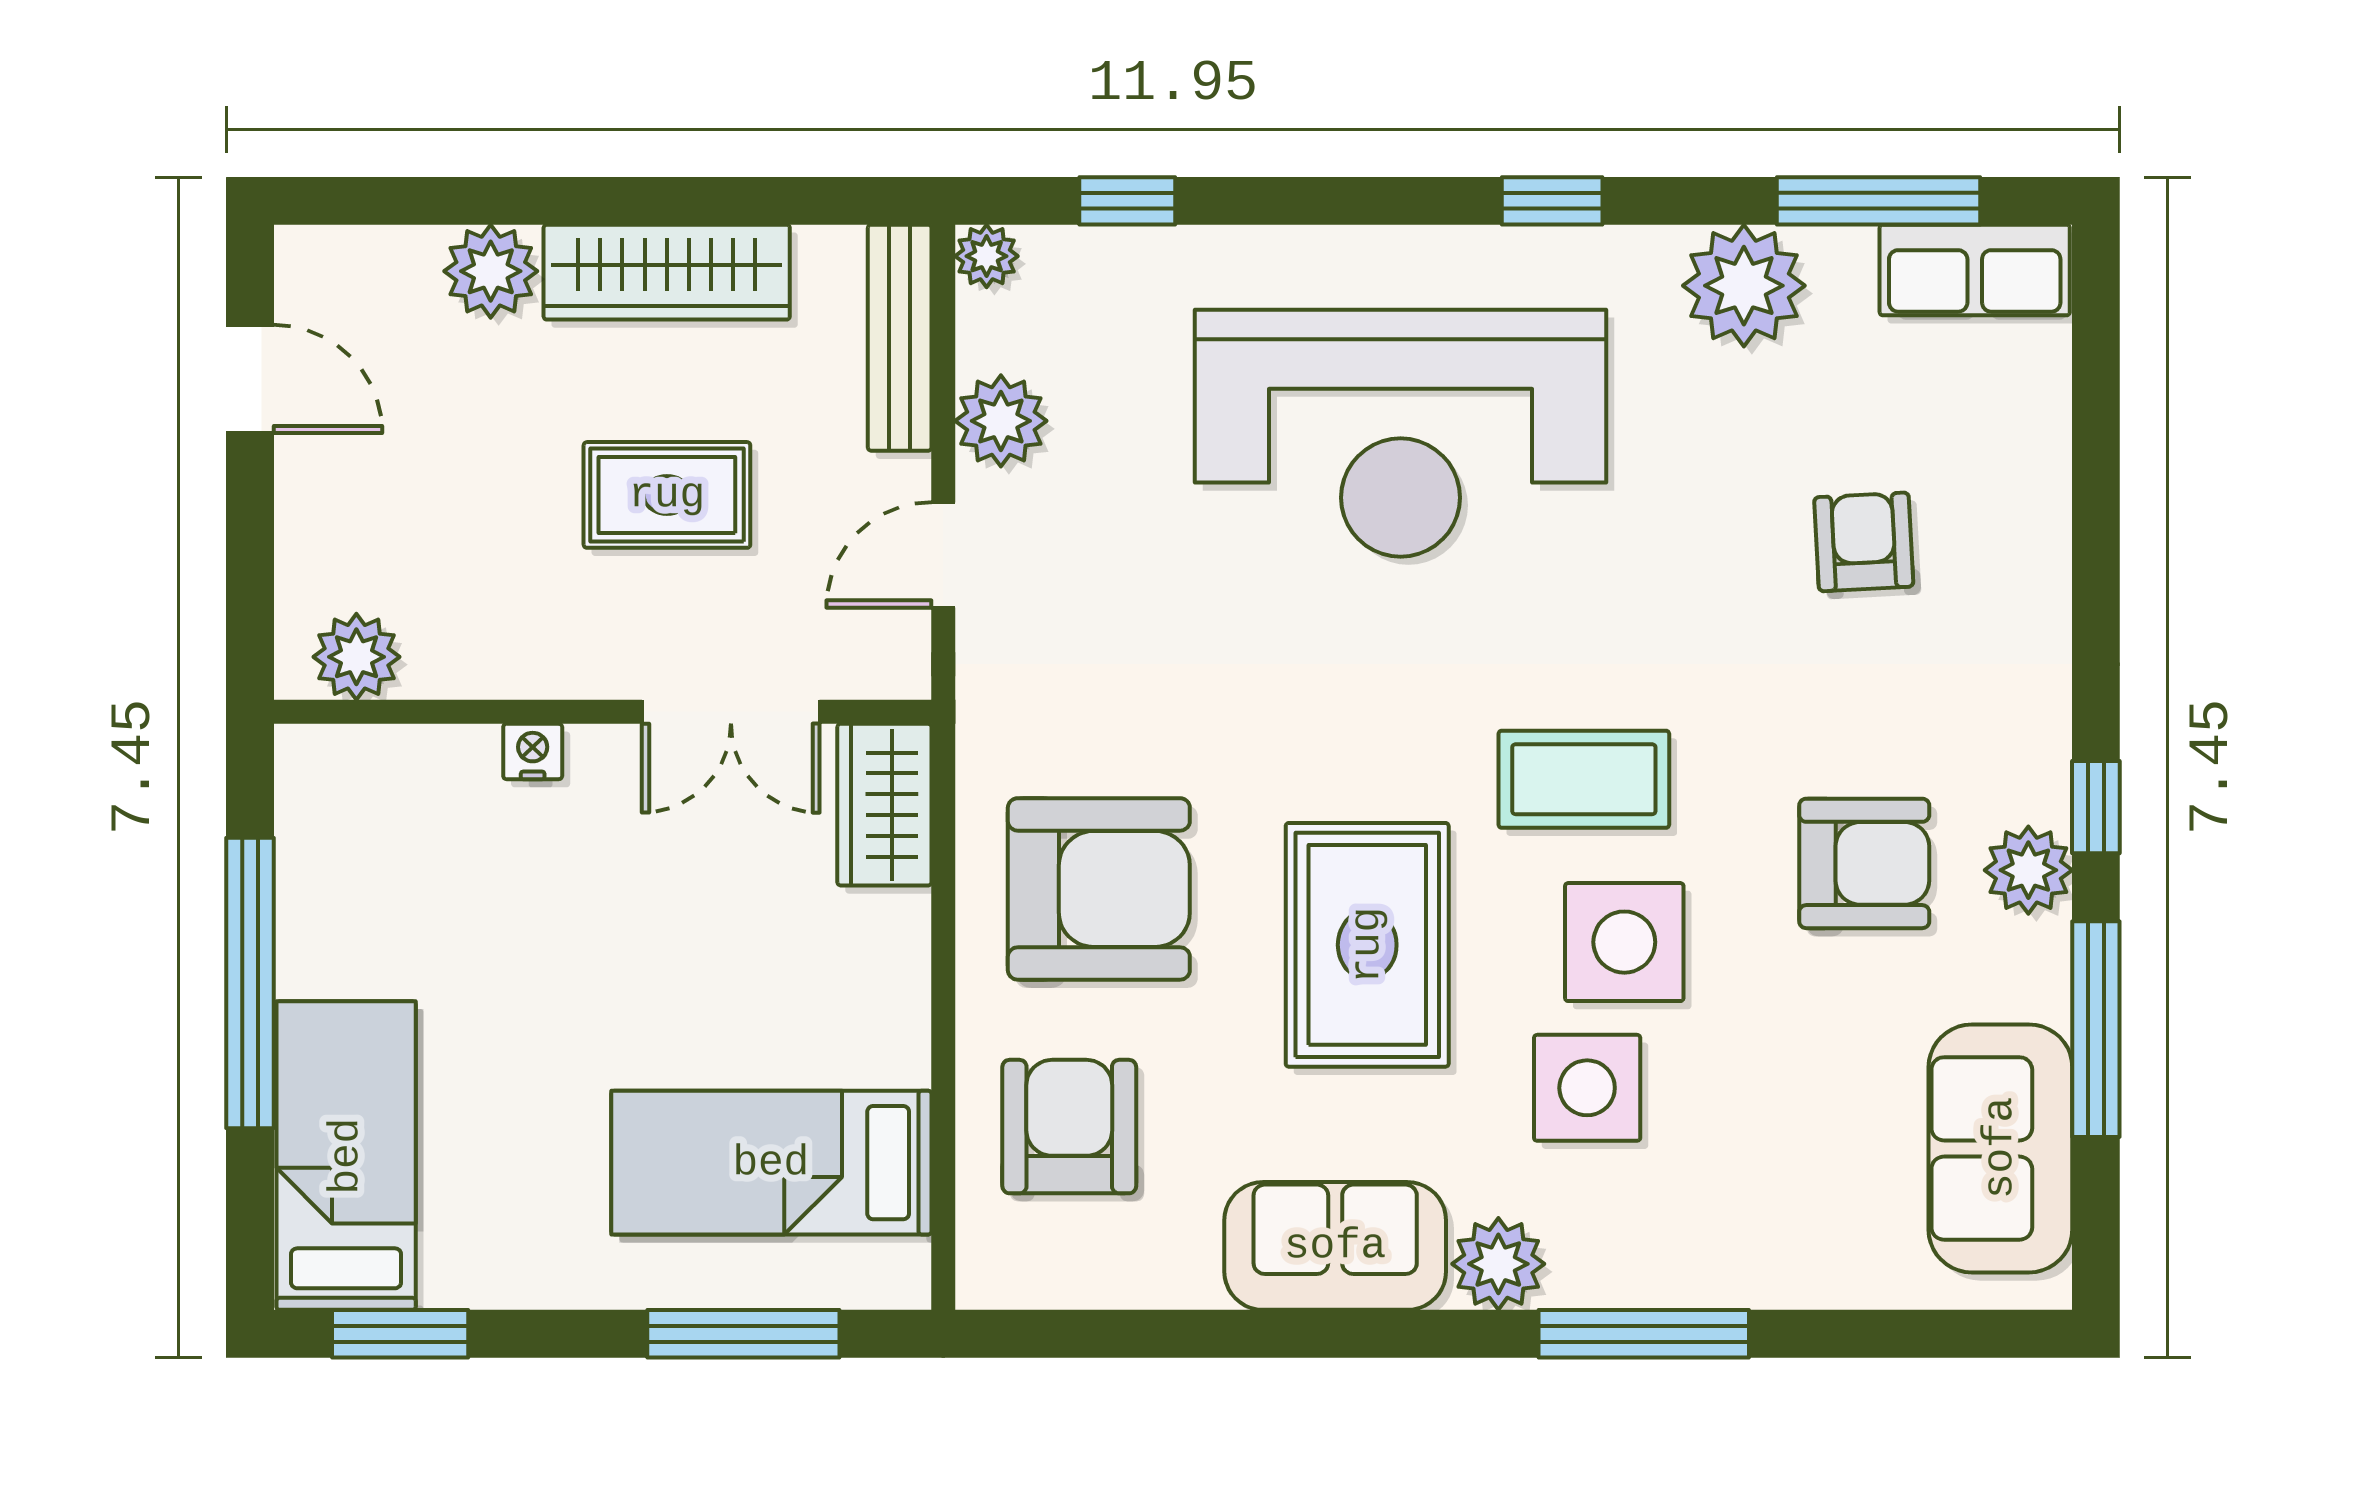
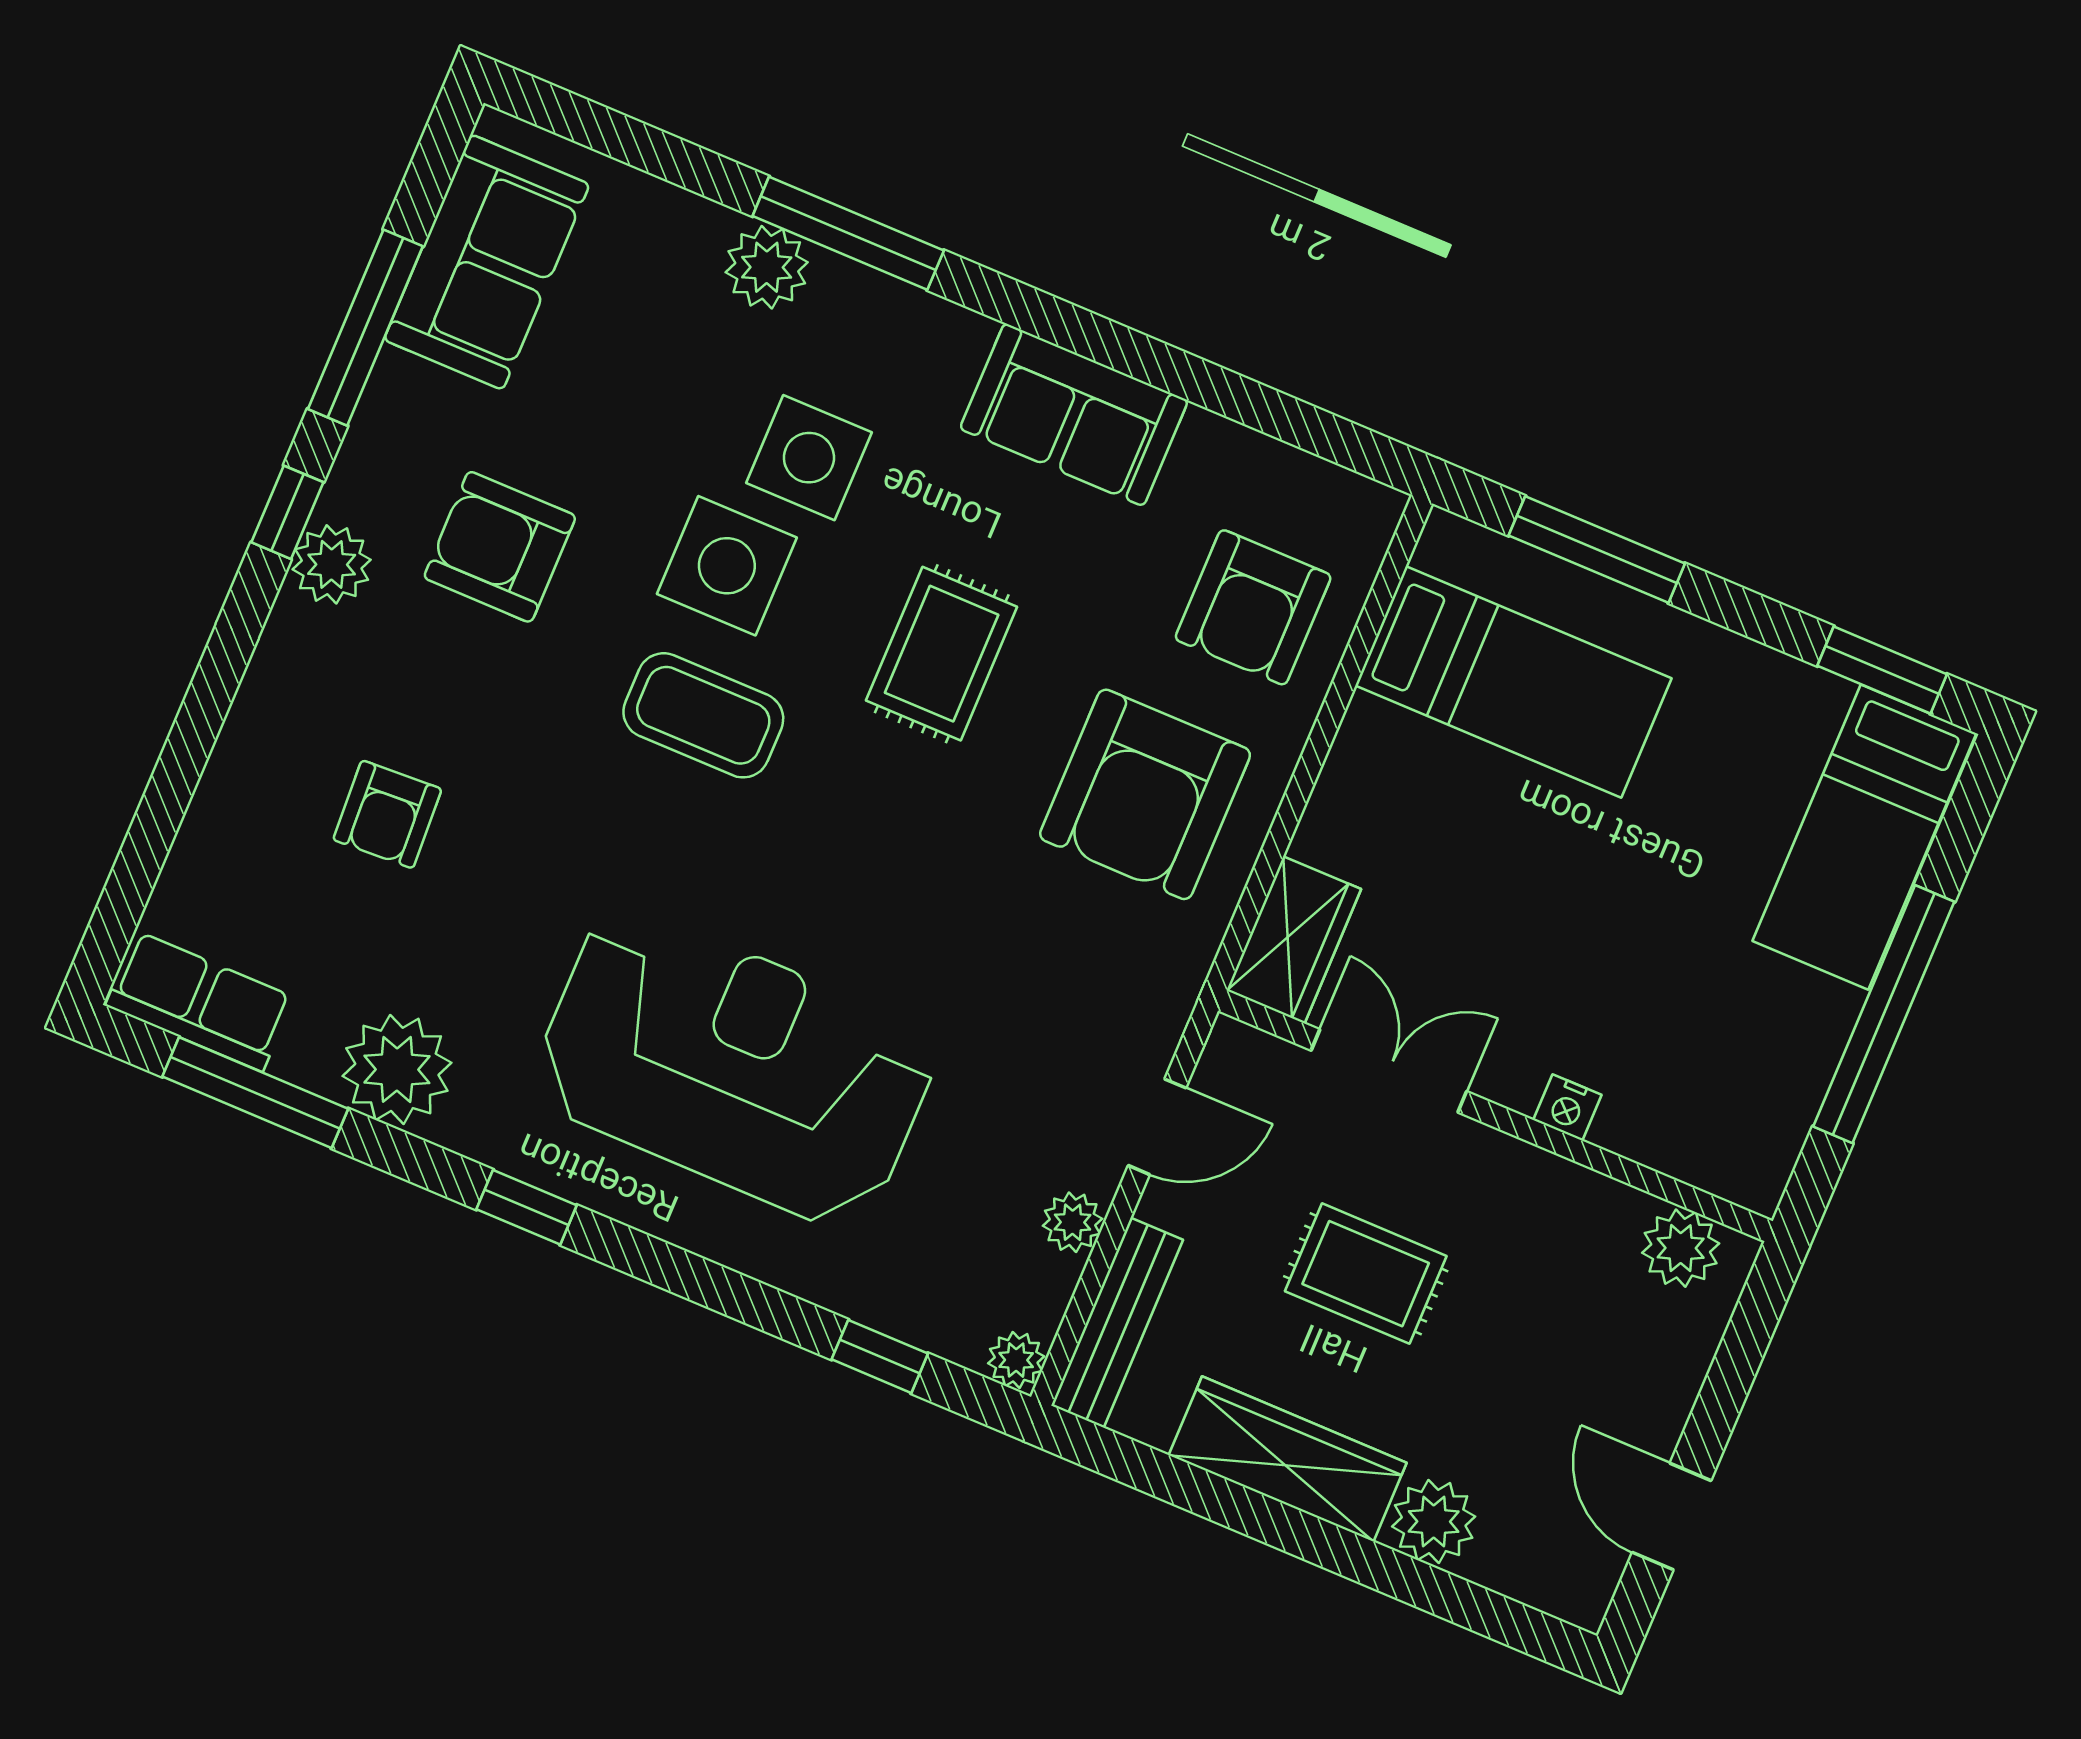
plant: (1001, 421) -> (1073, 1222), width x0.73, depth x0.73
plant: (2028, 870) -> (332, 564), moved
armchair: (1099, 889) -> (1145, 794), turned -90
rug: (1367, 945) -> (942, 654), width x0.73, depth x0.70
plant: (1498, 1264) -> (767, 267), moved

